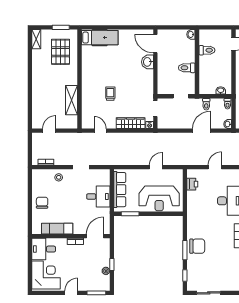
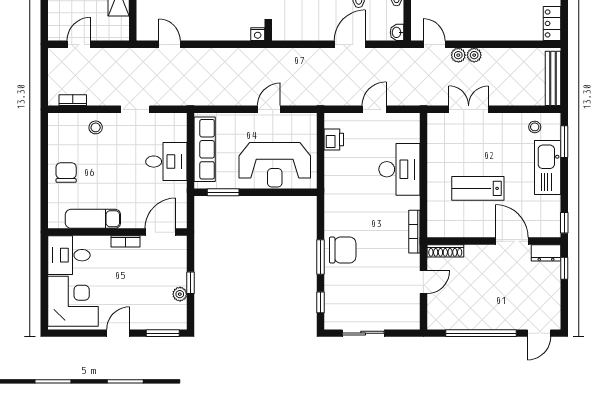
wardrobe: (131, 123) -> (224, 31), removed

